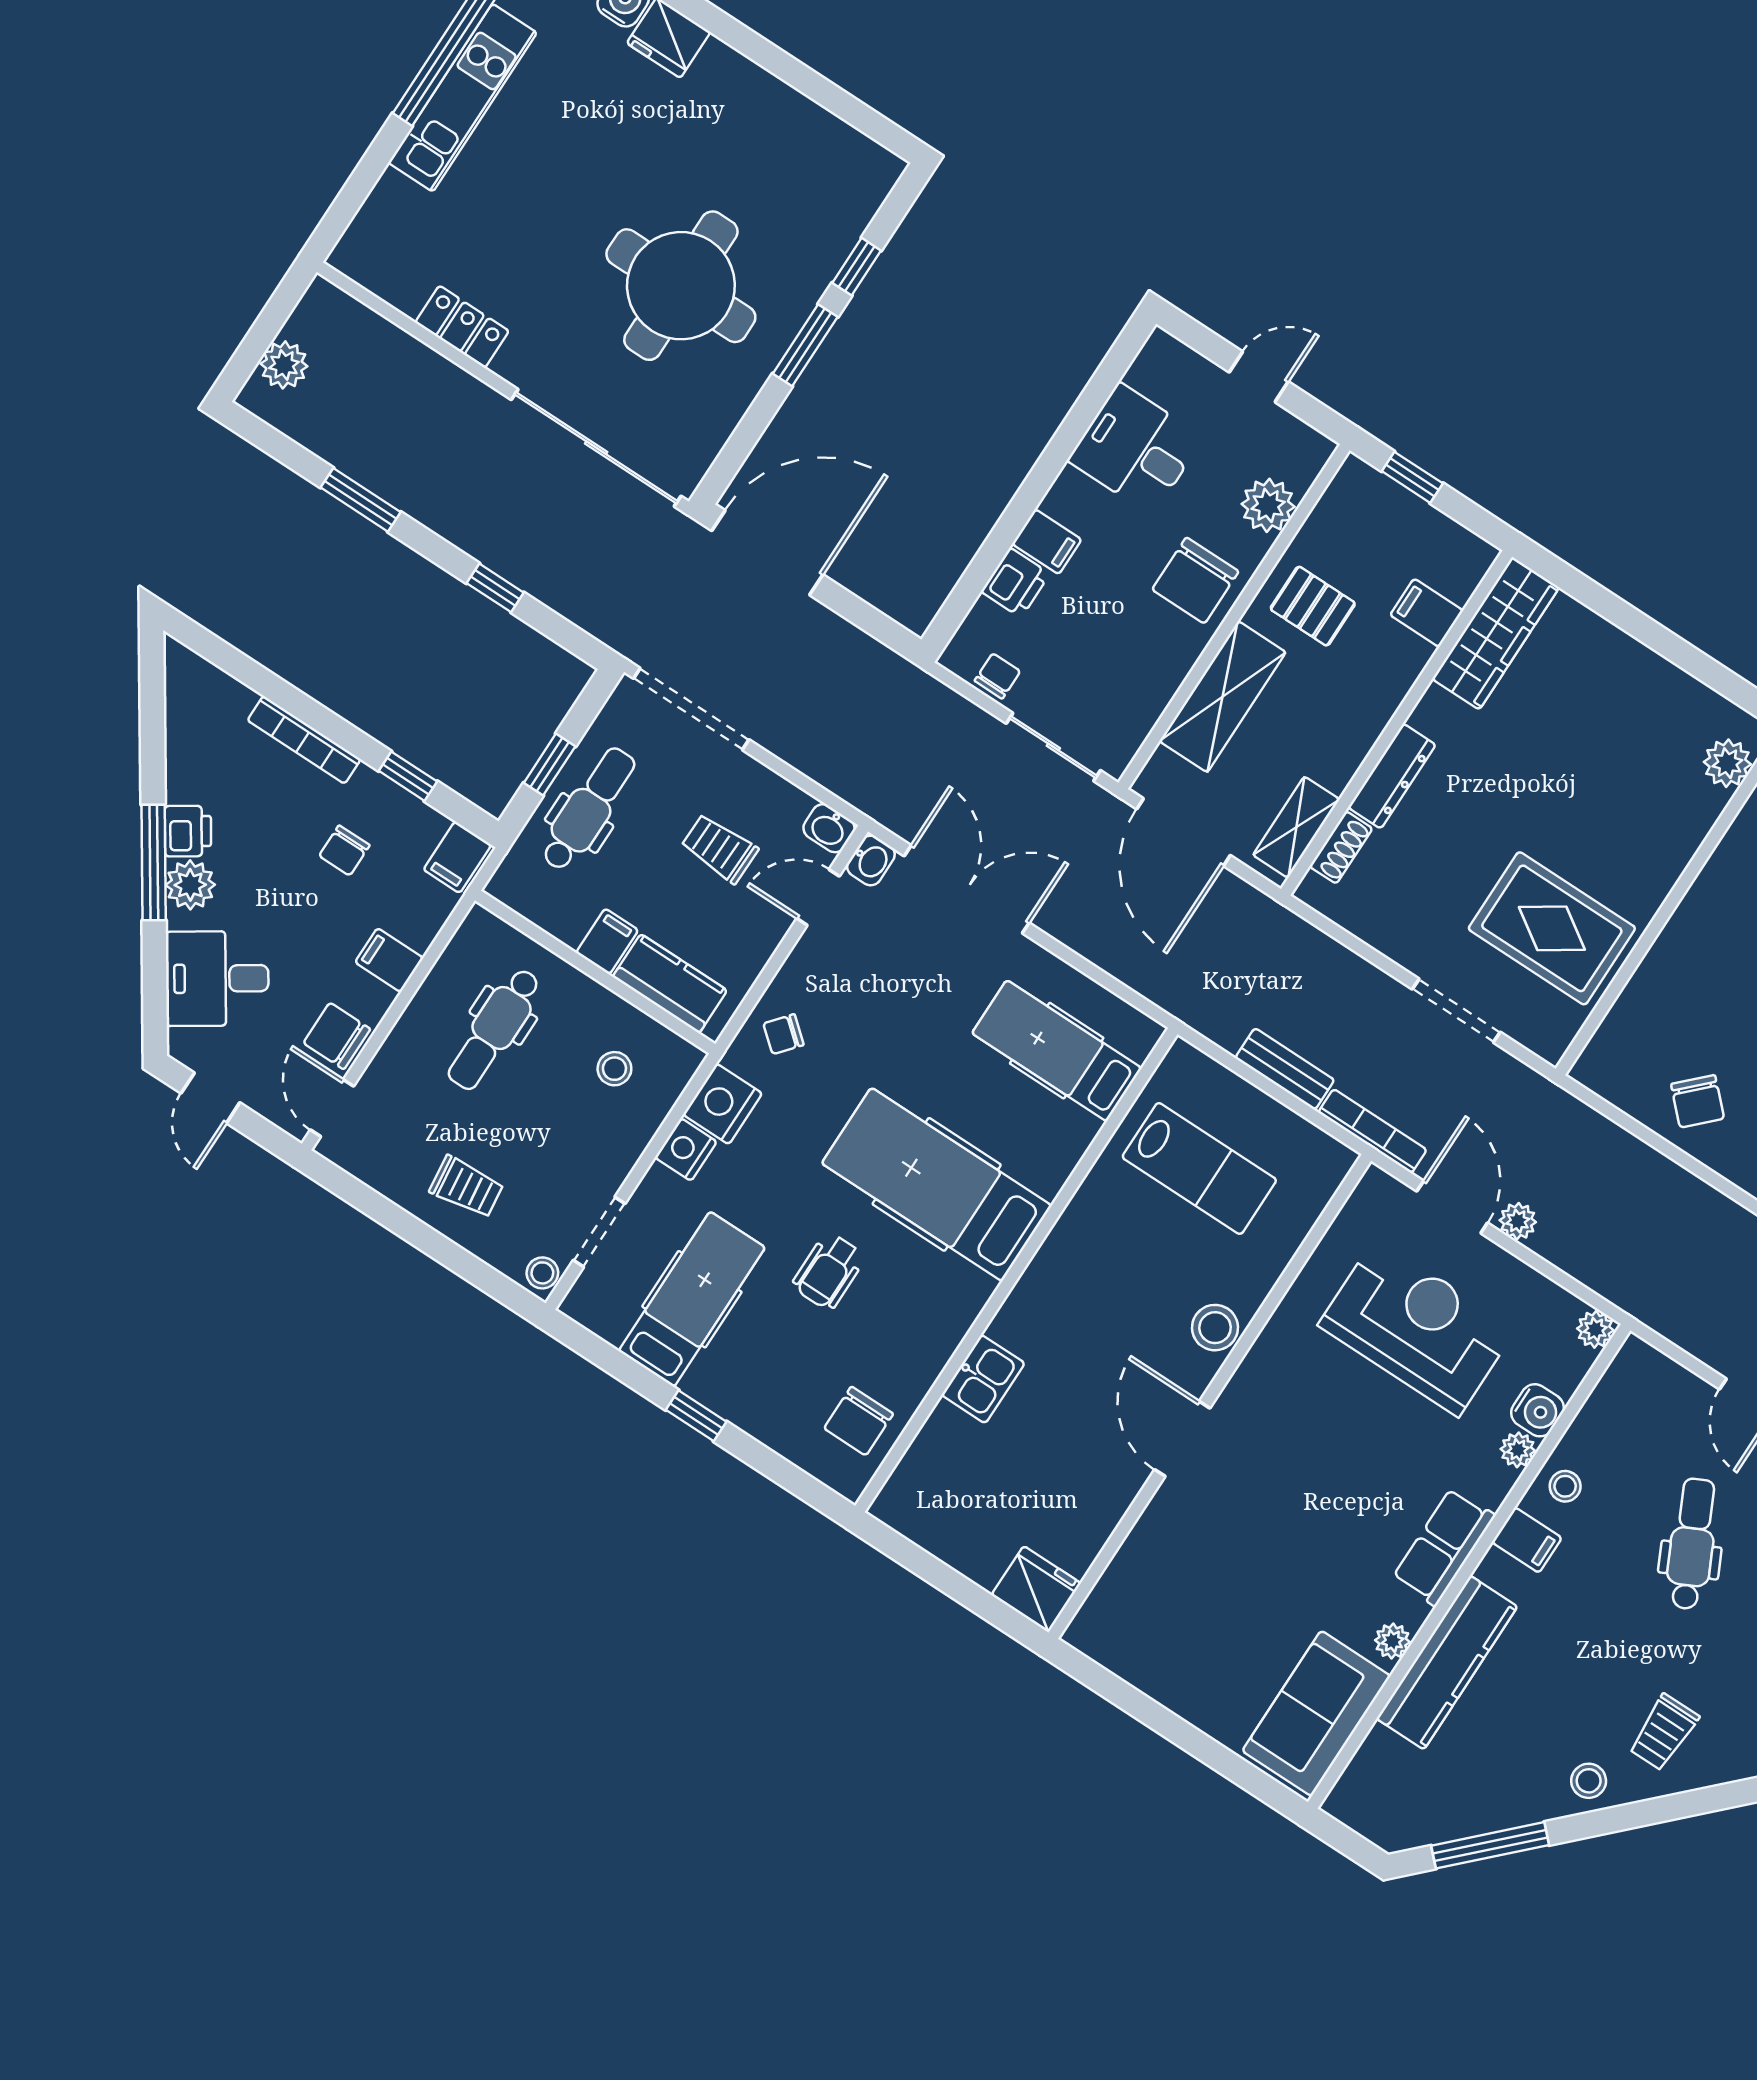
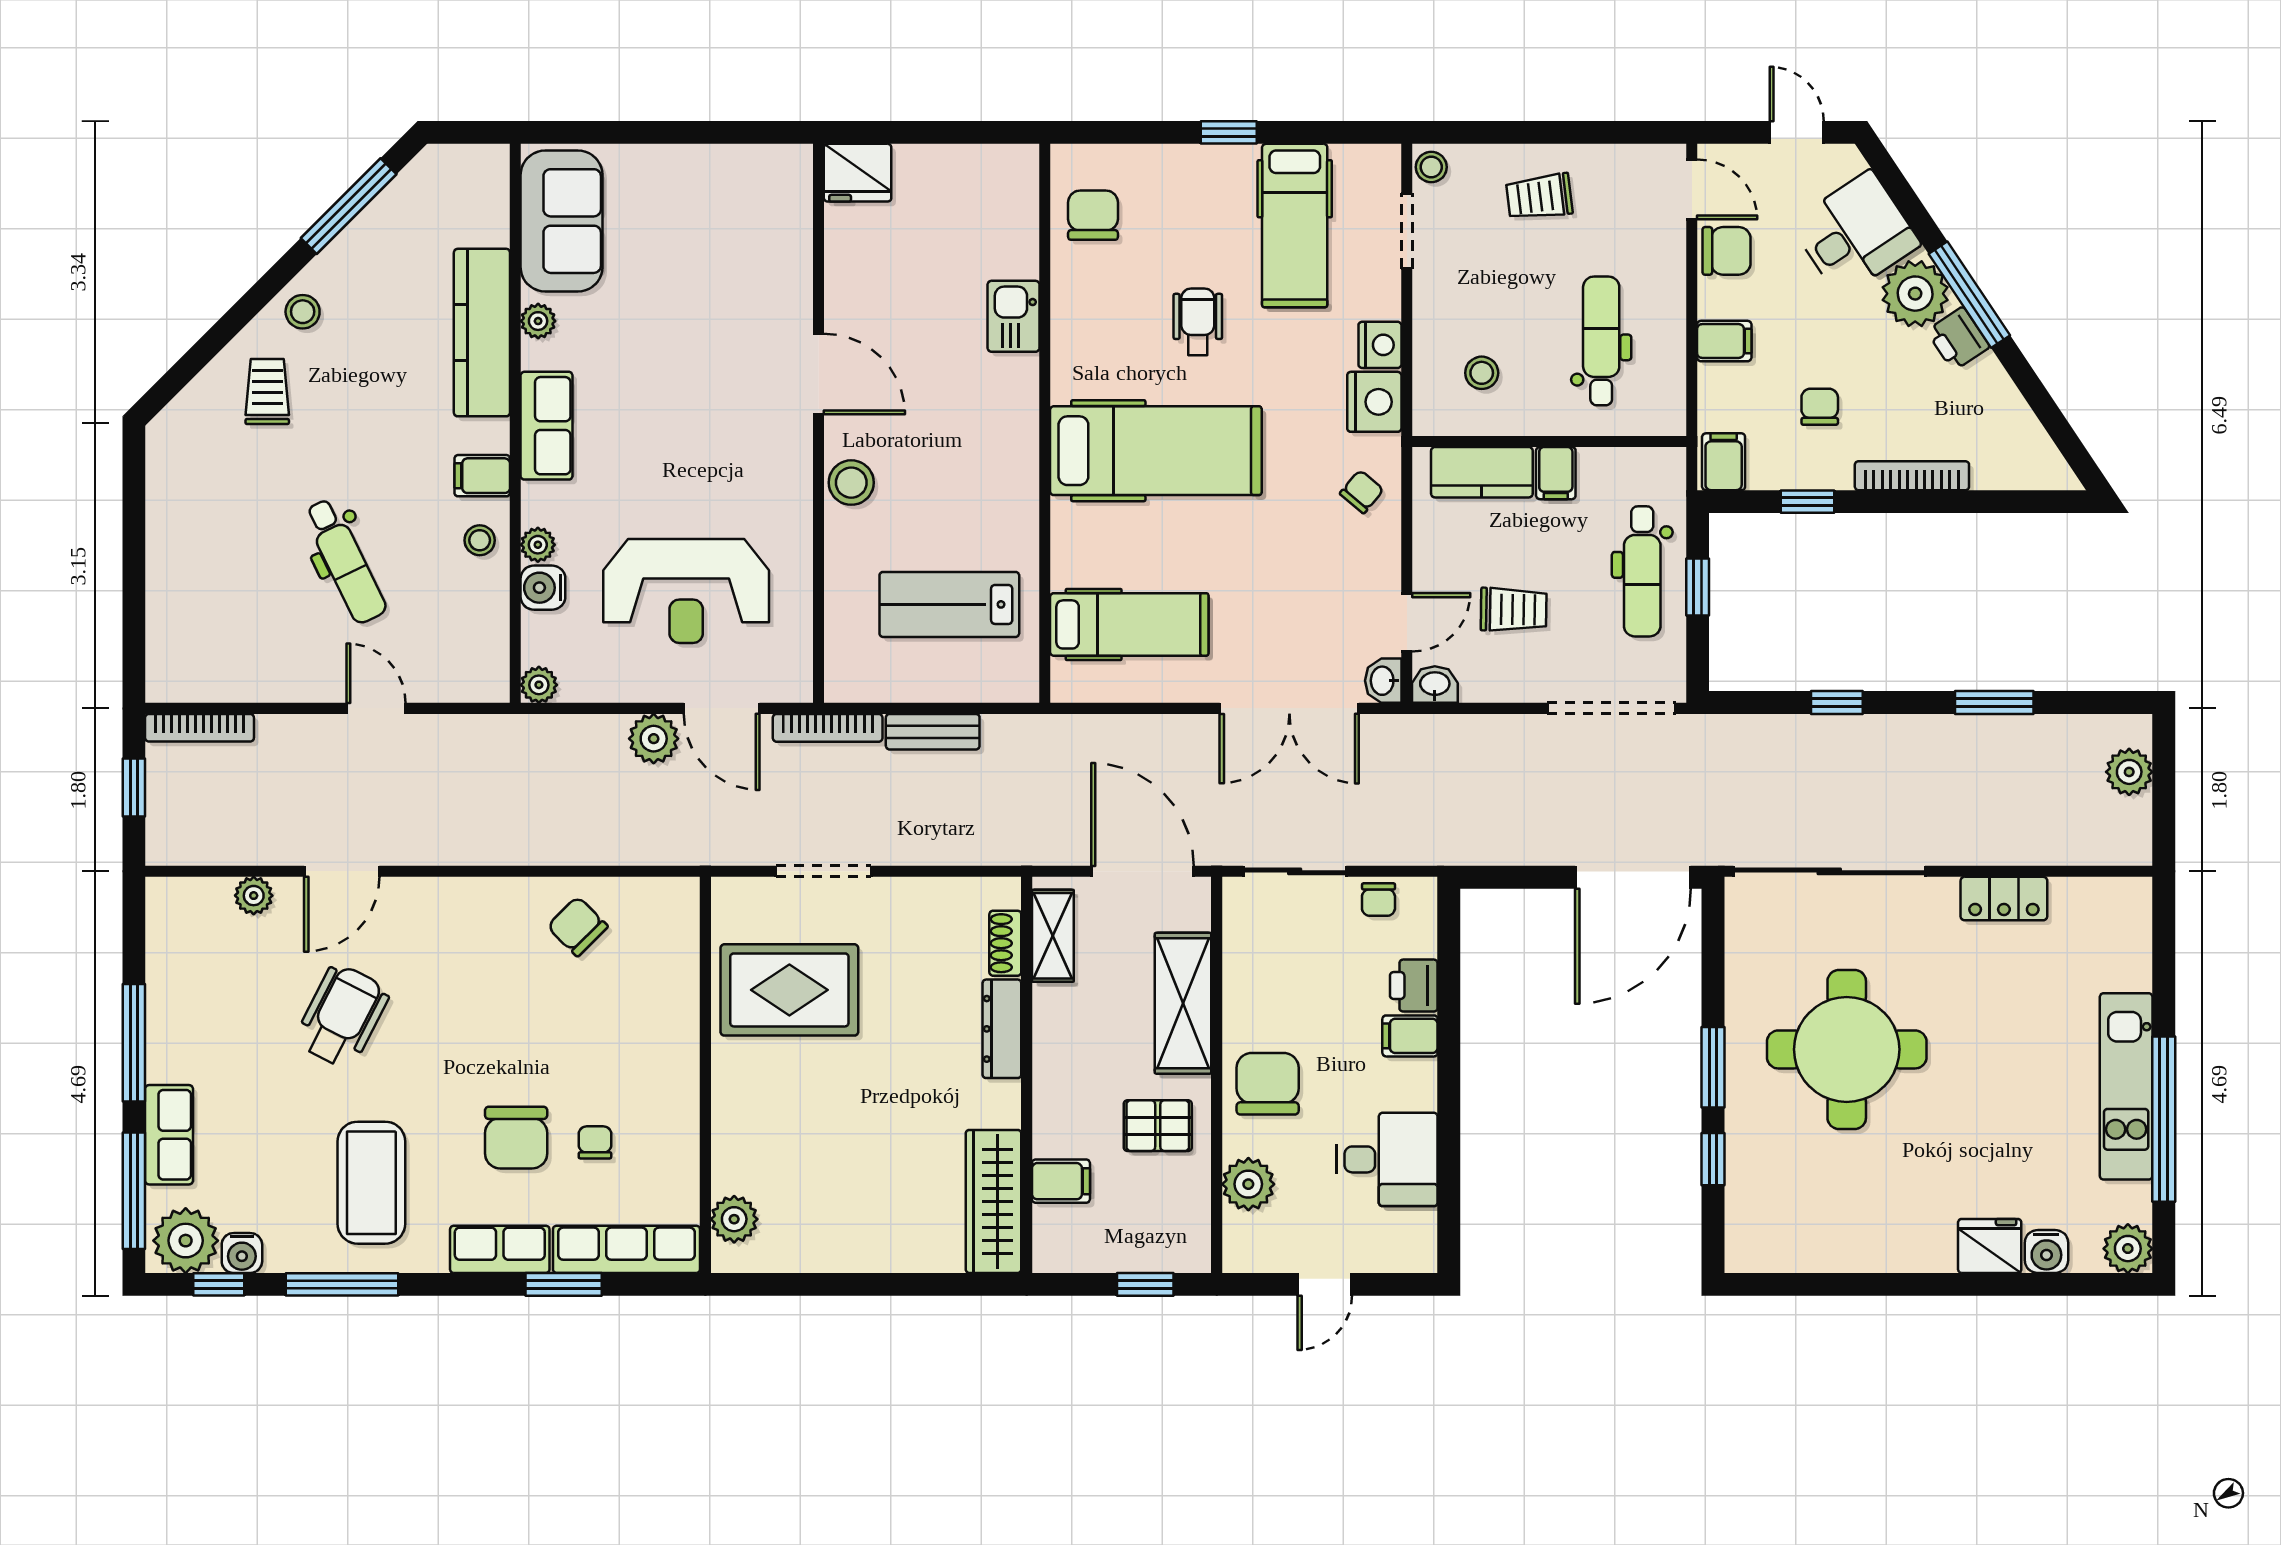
plant: (190, 885) -> (1915, 294), width x1.36, depth x1.36
plant: (1518, 1221) -> (654, 739), width x1.38, depth x1.38

